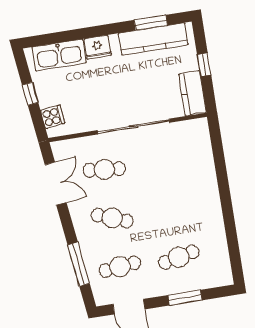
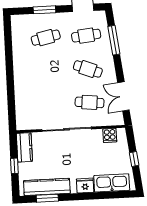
cooker: (53, 117) -> (110, 135), moved, turned -83

